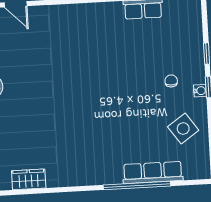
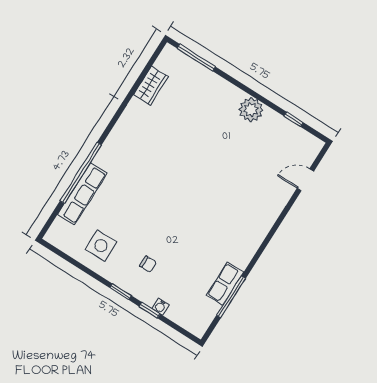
water cooler: (200, 91) -> (160, 307), moved
side table: (183, 128) -> (101, 246), turned 35

